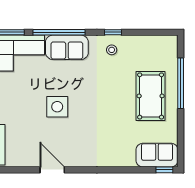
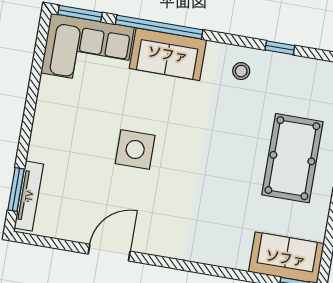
window: (113, 32) -> (280, 48), moved
door: (52, 170) -> (109, 253), hinge flipped

